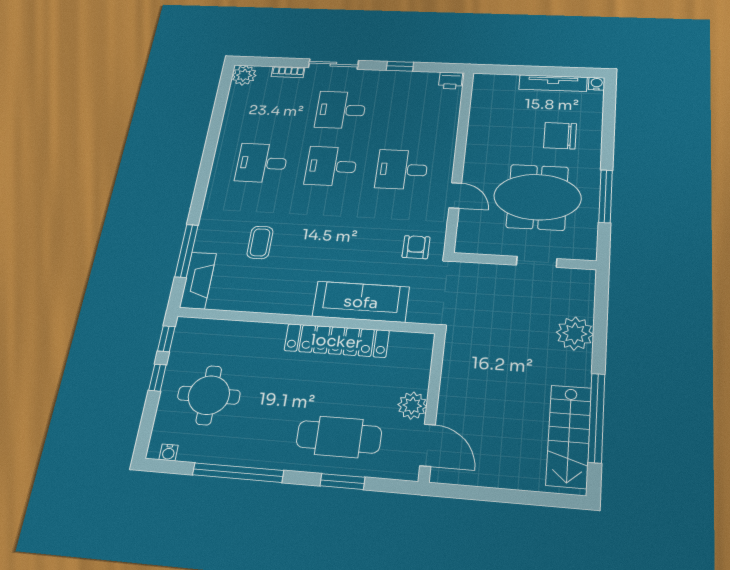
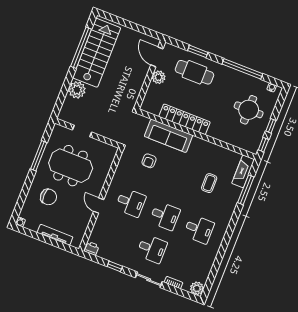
tv unit: (553, 83) -> (55, 235), moved
door: (455, 195) -> (99, 205), moved
armchair: (416, 247) -> (149, 161), moved
stairs: (569, 436) -> (97, 53), width x1.36, depth x1.51

